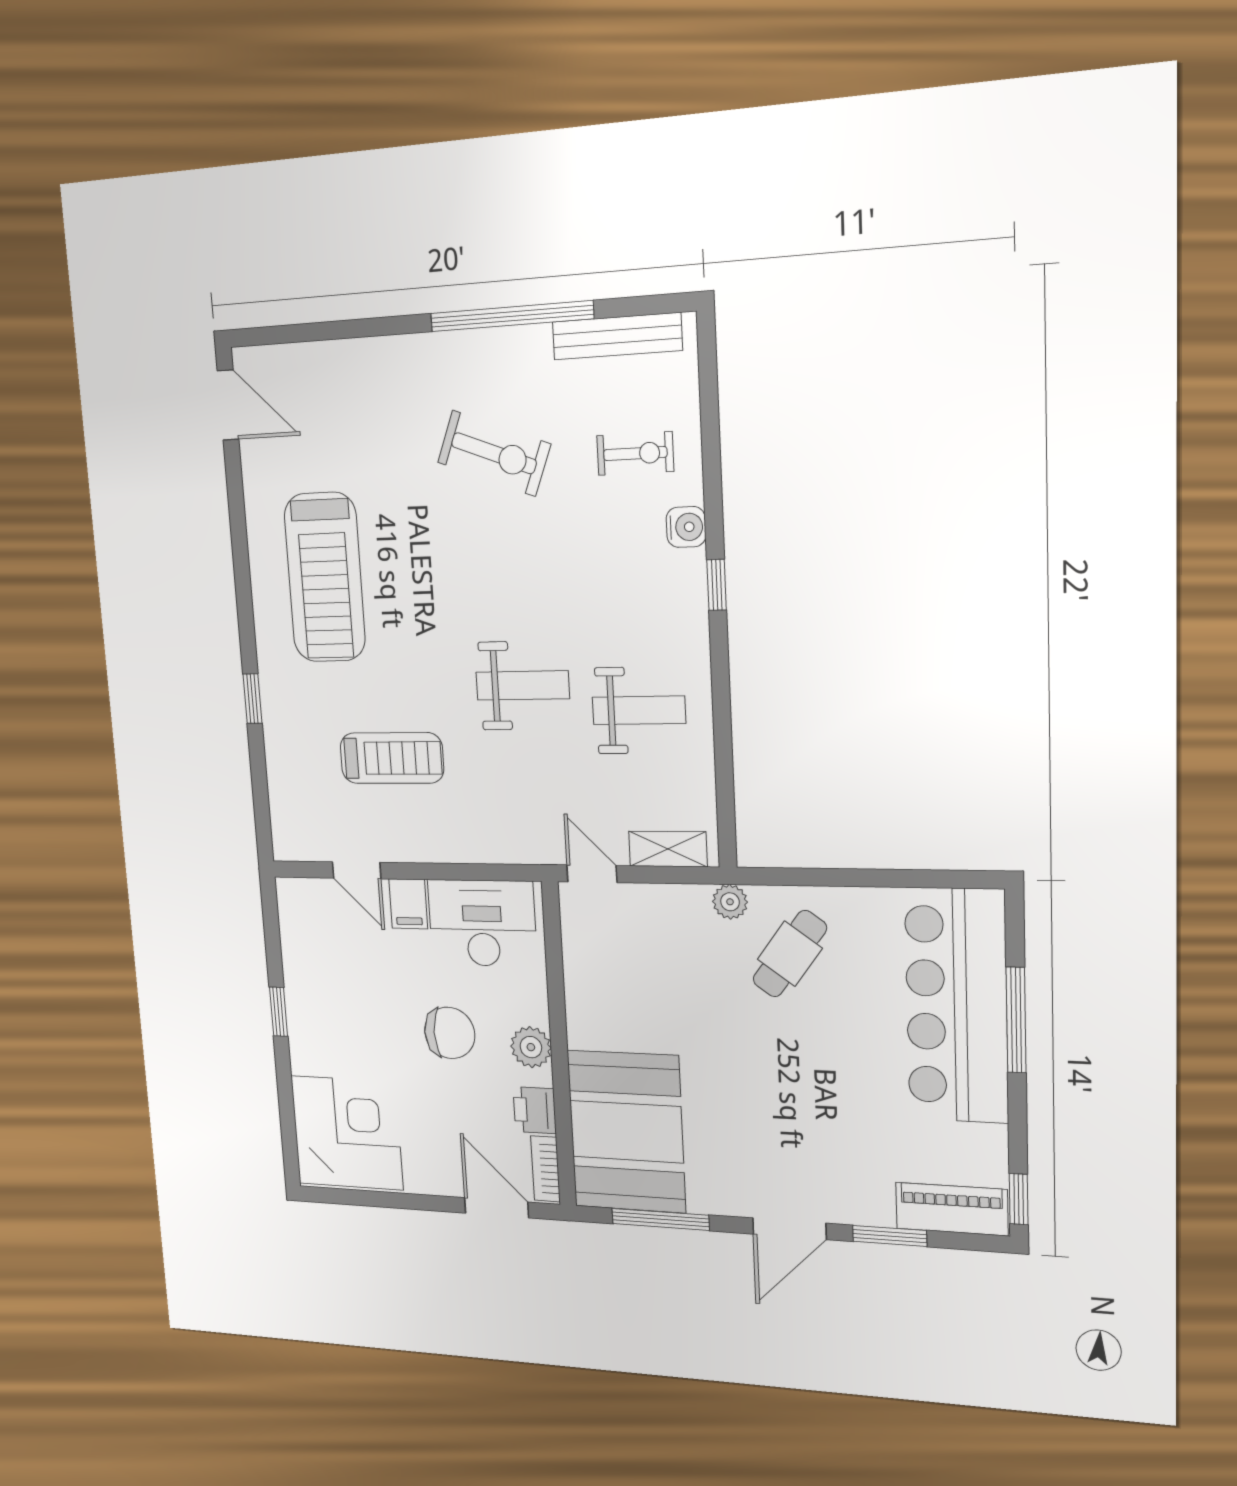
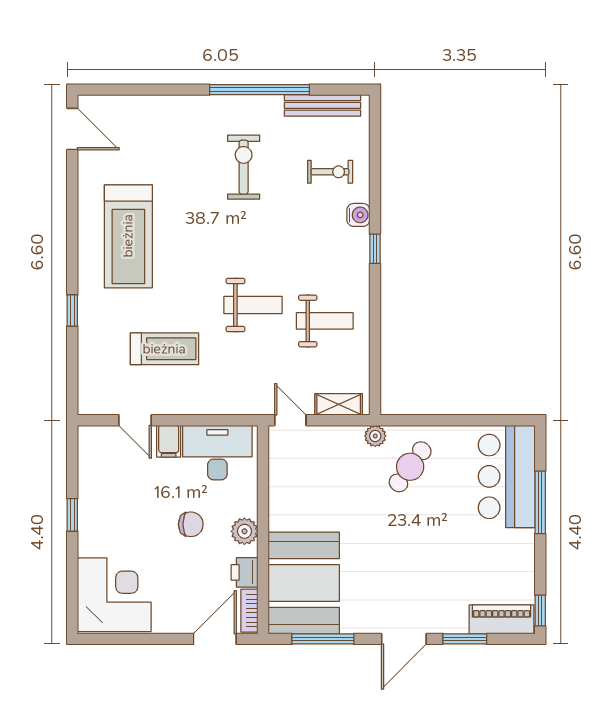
exercise bike: (494, 453) -> (244, 167), turned -111
bar counter: (957, 1006) -> (507, 476), width x0.73
chair: (450, 1033) -> (191, 524), width x0.73, depth x0.73
door: (497, 1208) -> (215, 639), hinge flipped

